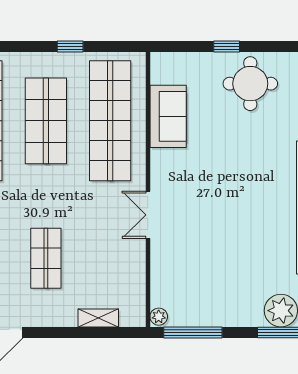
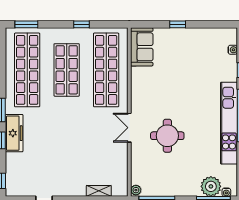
round table: (250, 84) -> (167, 136), moved
sofa: (168, 116) -> (142, 47), moved
shop shelf: (46, 258) -> (67, 154), removed

